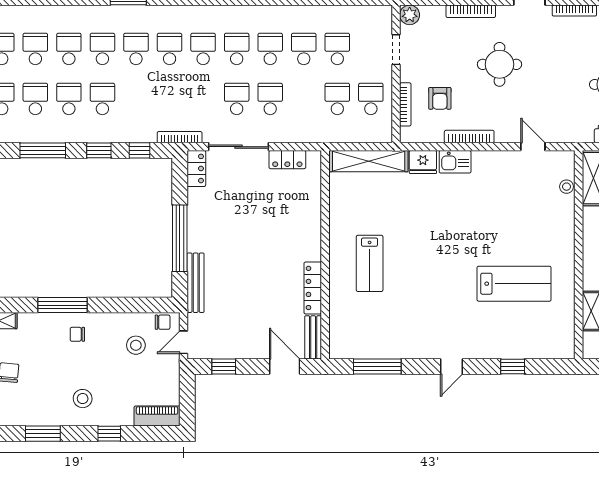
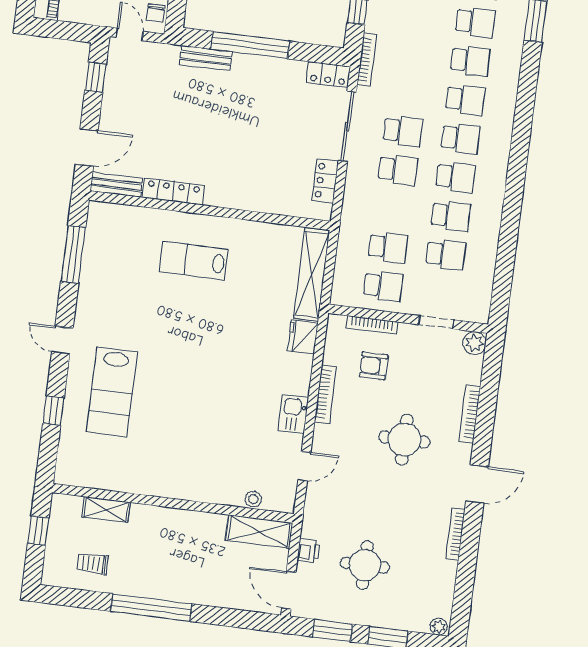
kitchen sink: (455, 162) -> (293, 414), moved
bench: (196, 283) -> (206, 58), width x0.73
lab bench: (514, 284) -> (112, 392), moved

